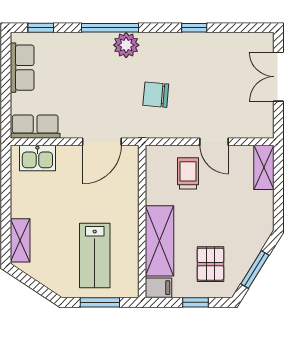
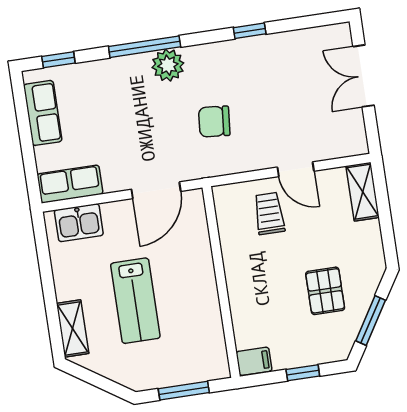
shelving: (160, 241) -> (246, 303), removed
lab bench: (95, 256) -> (135, 301), moved
pallet: (210, 264) -> (325, 291), moved

